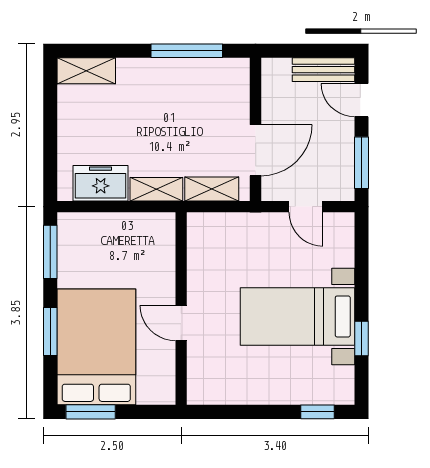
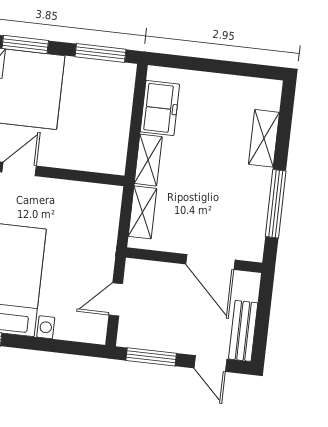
shelving: (86, 71) -> (264, 138), moved
door: (362, 100) -> (210, 364), swing flipped
door: (256, 150) -> (210, 262), moved

